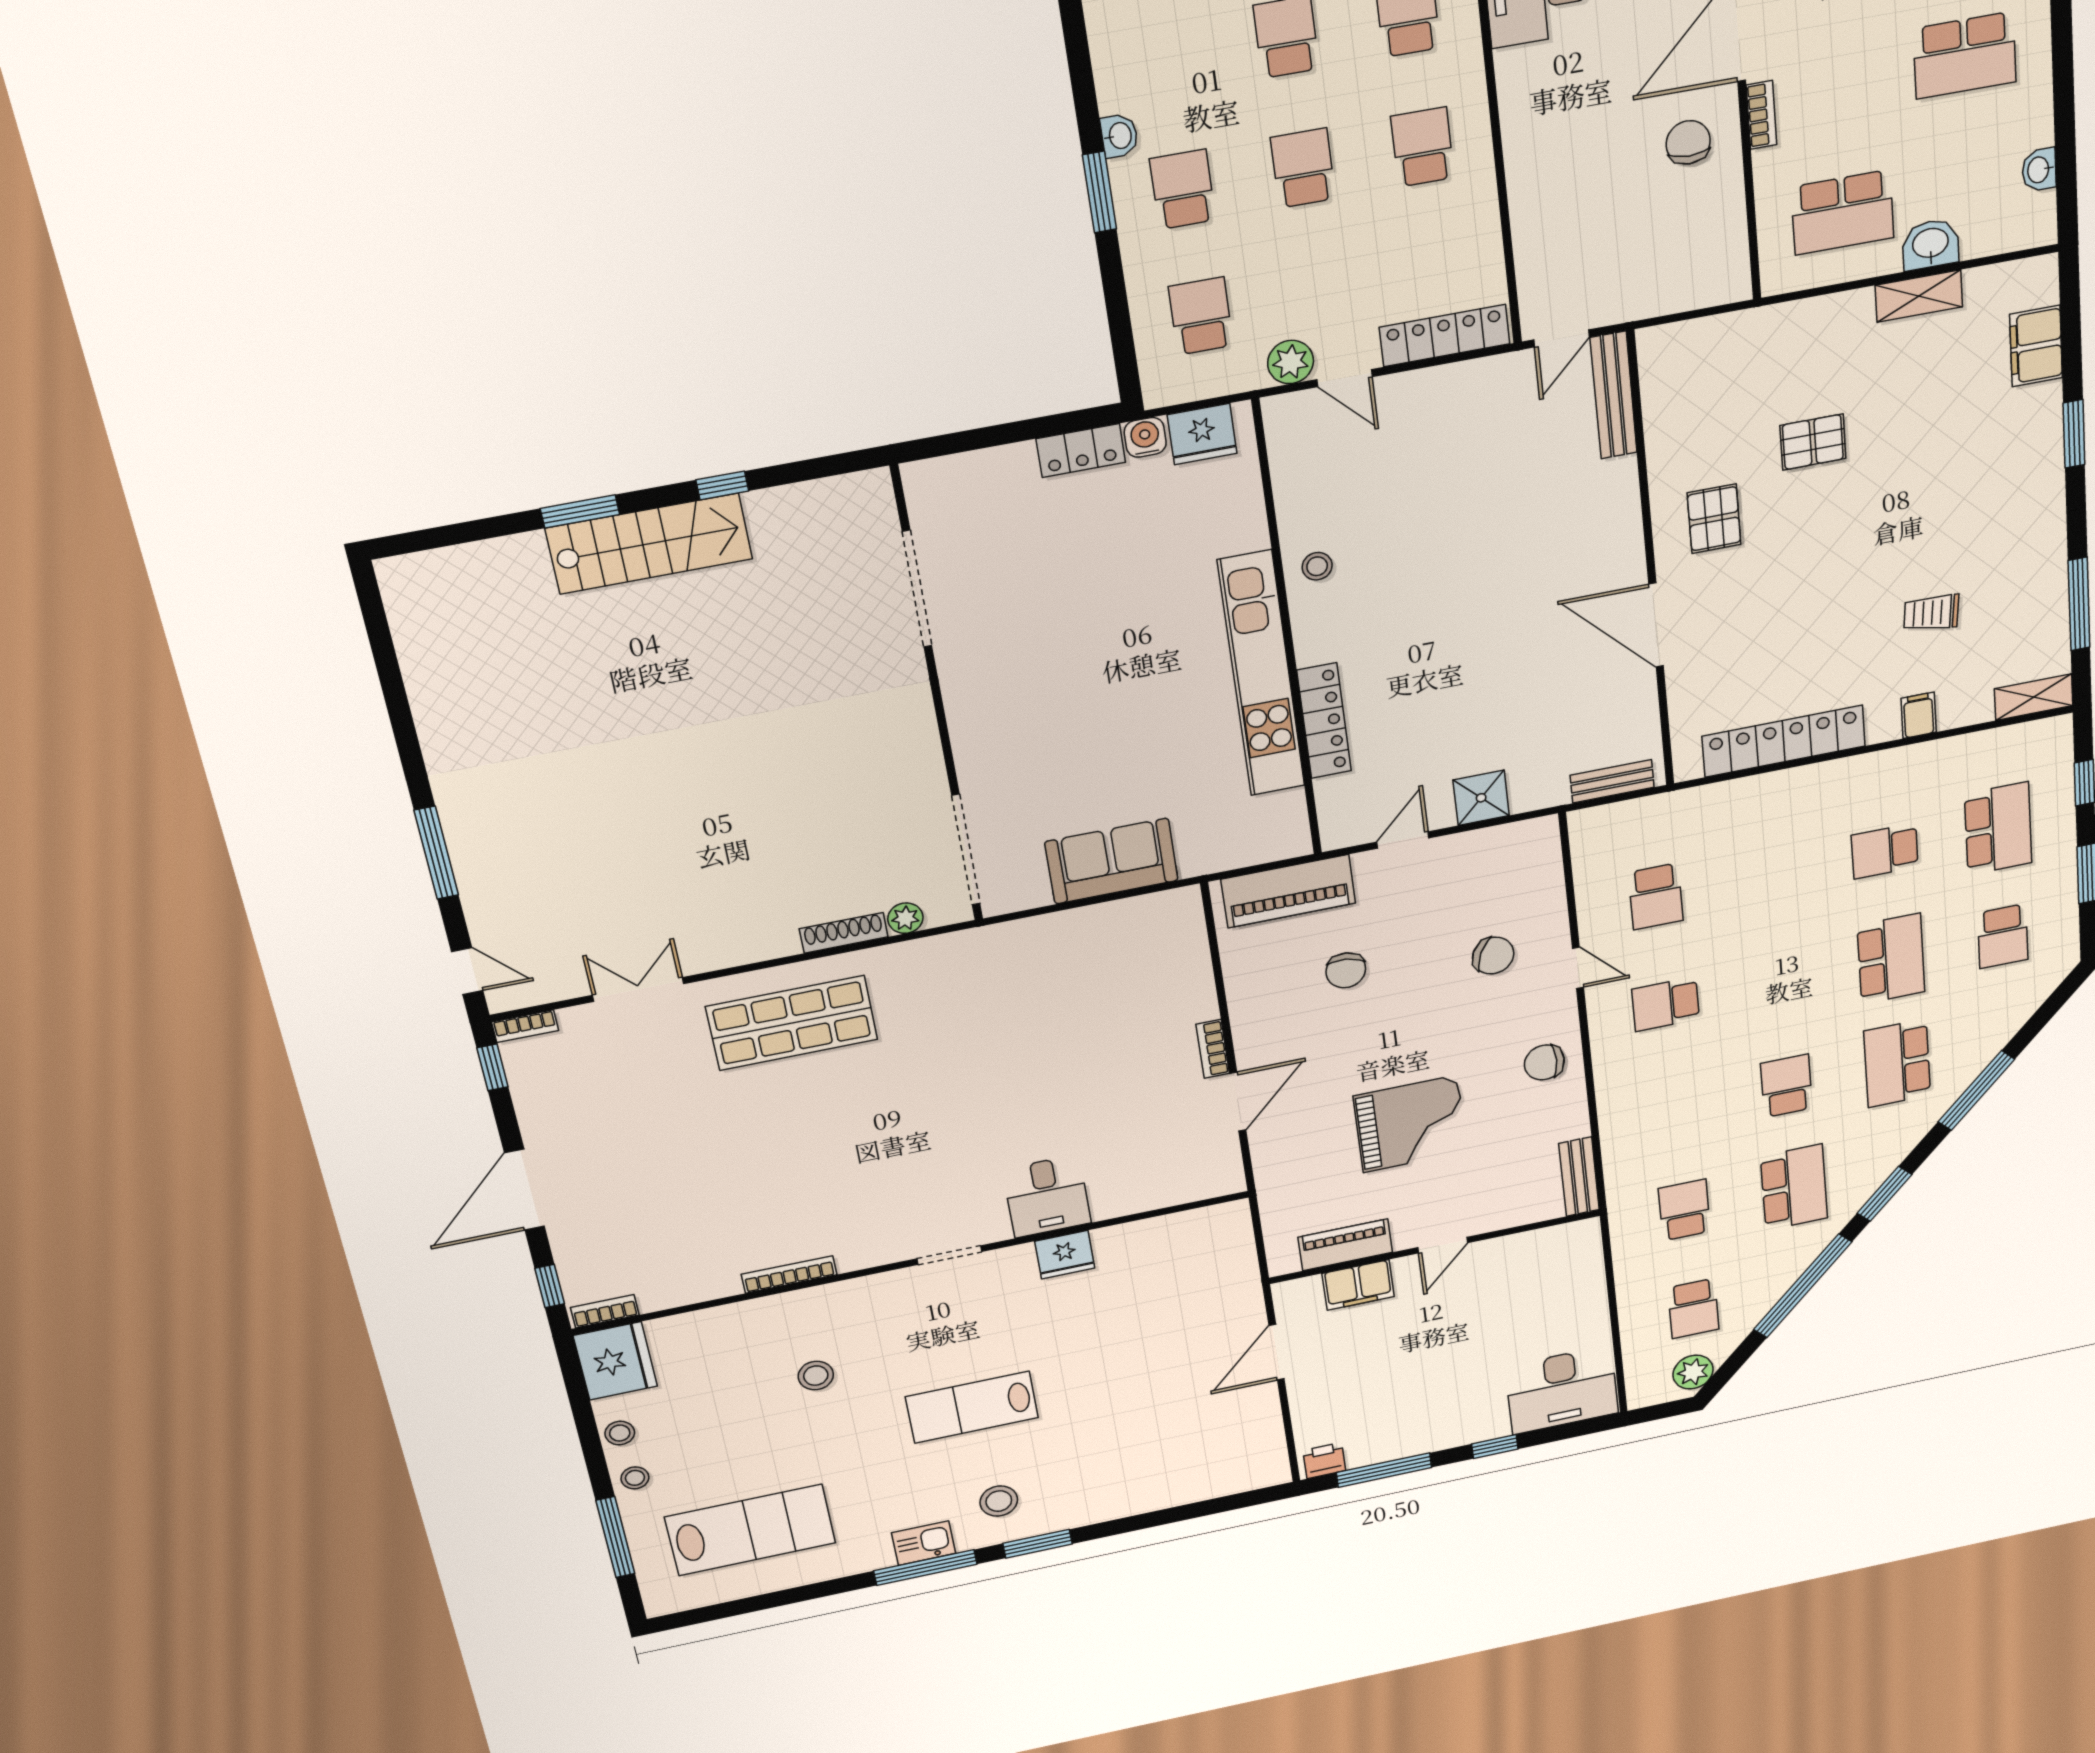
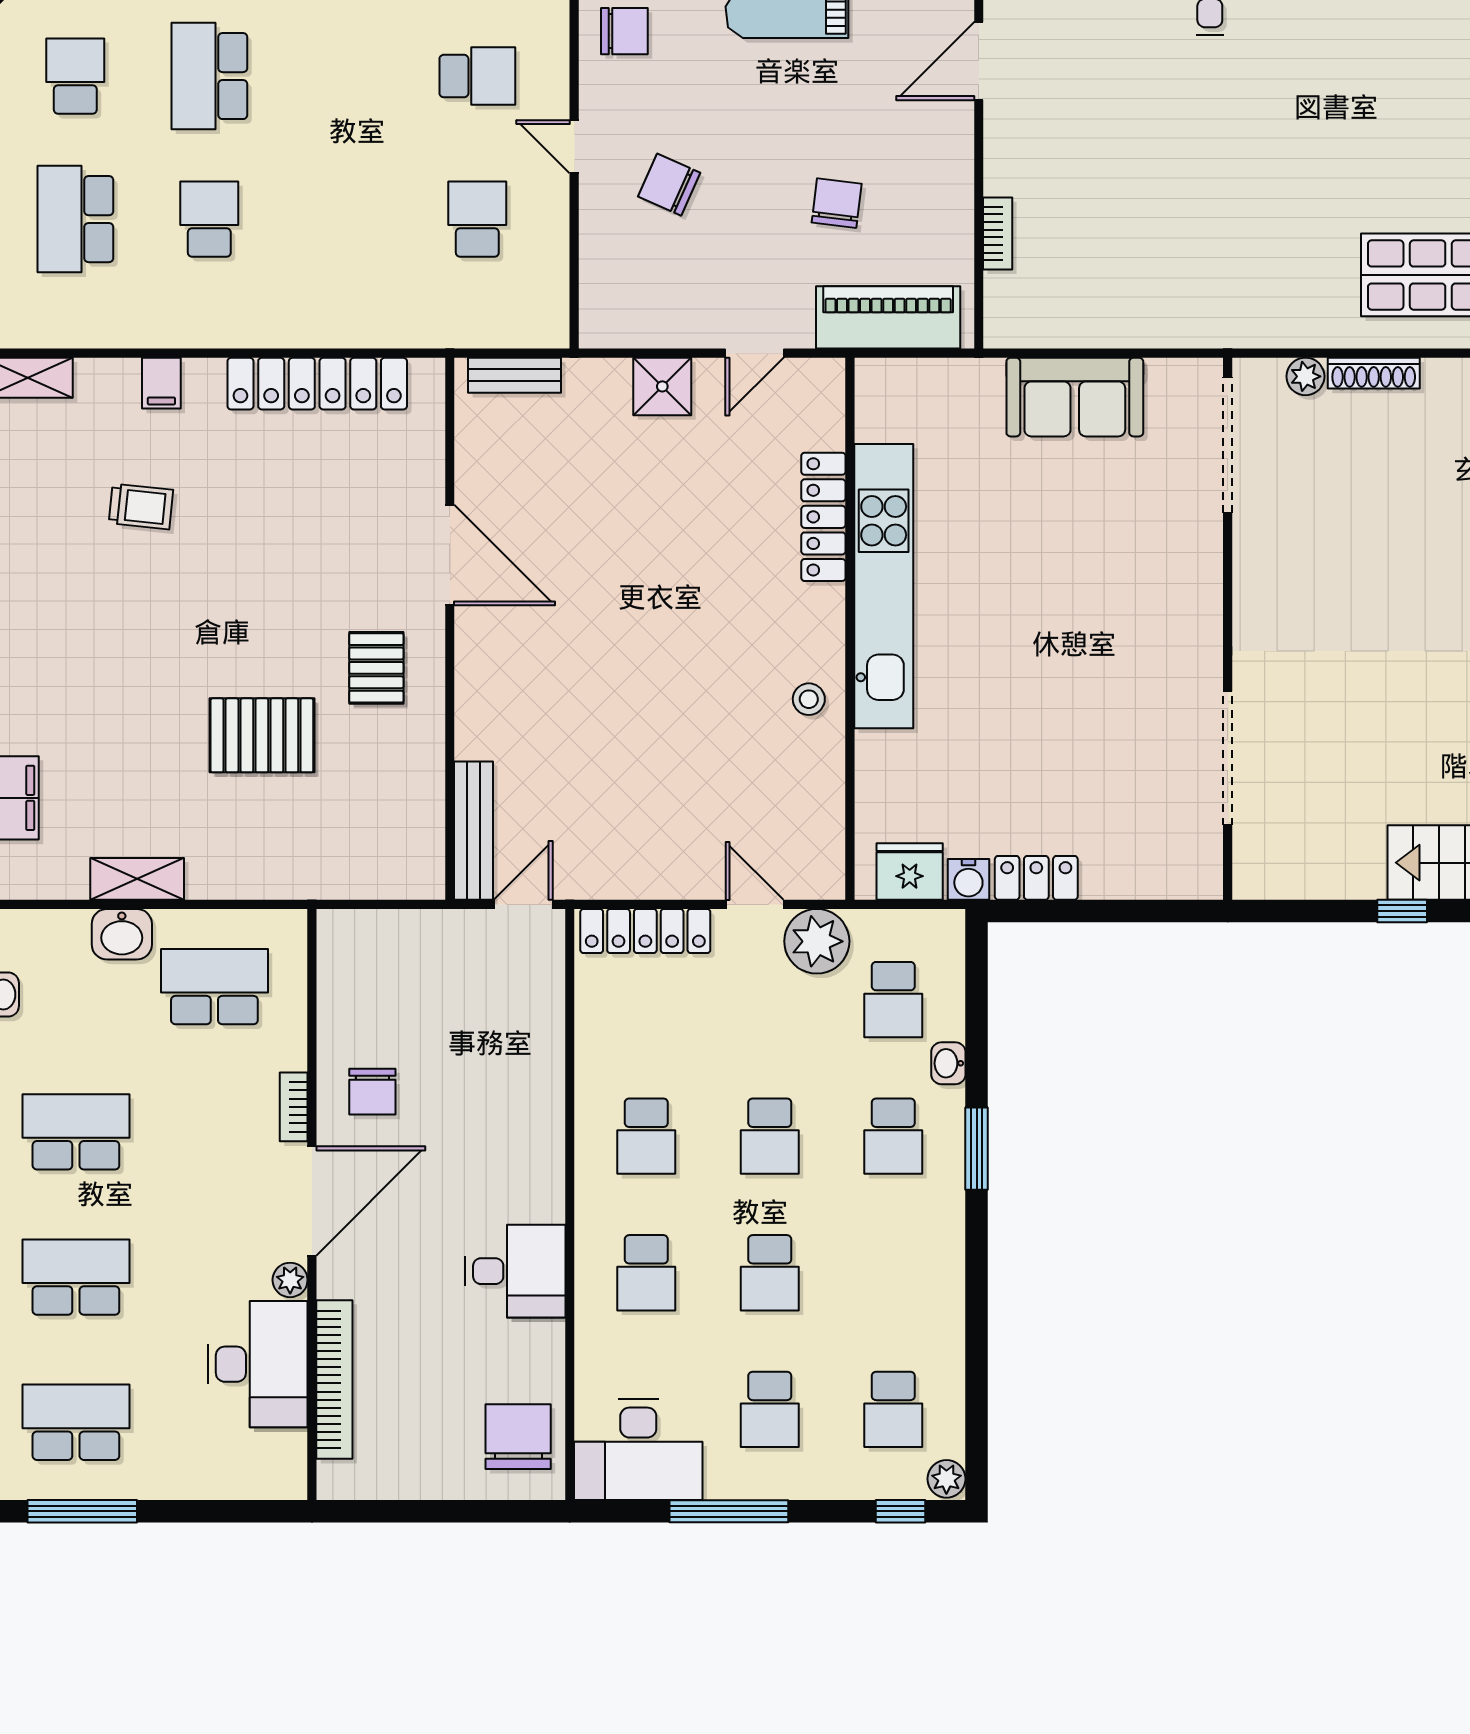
washbasin: (1119, 136) -> (948, 1063), moved
plant: (1291, 362) -> (817, 941), width x1.36, depth x1.36
pallet: (1813, 442) -> (262, 735), width x1.50, depth x1.42
school desk: (1885, 851) -> (209, 219), turned -90
bookcase: (1213, 1049) -> (998, 233), moved

